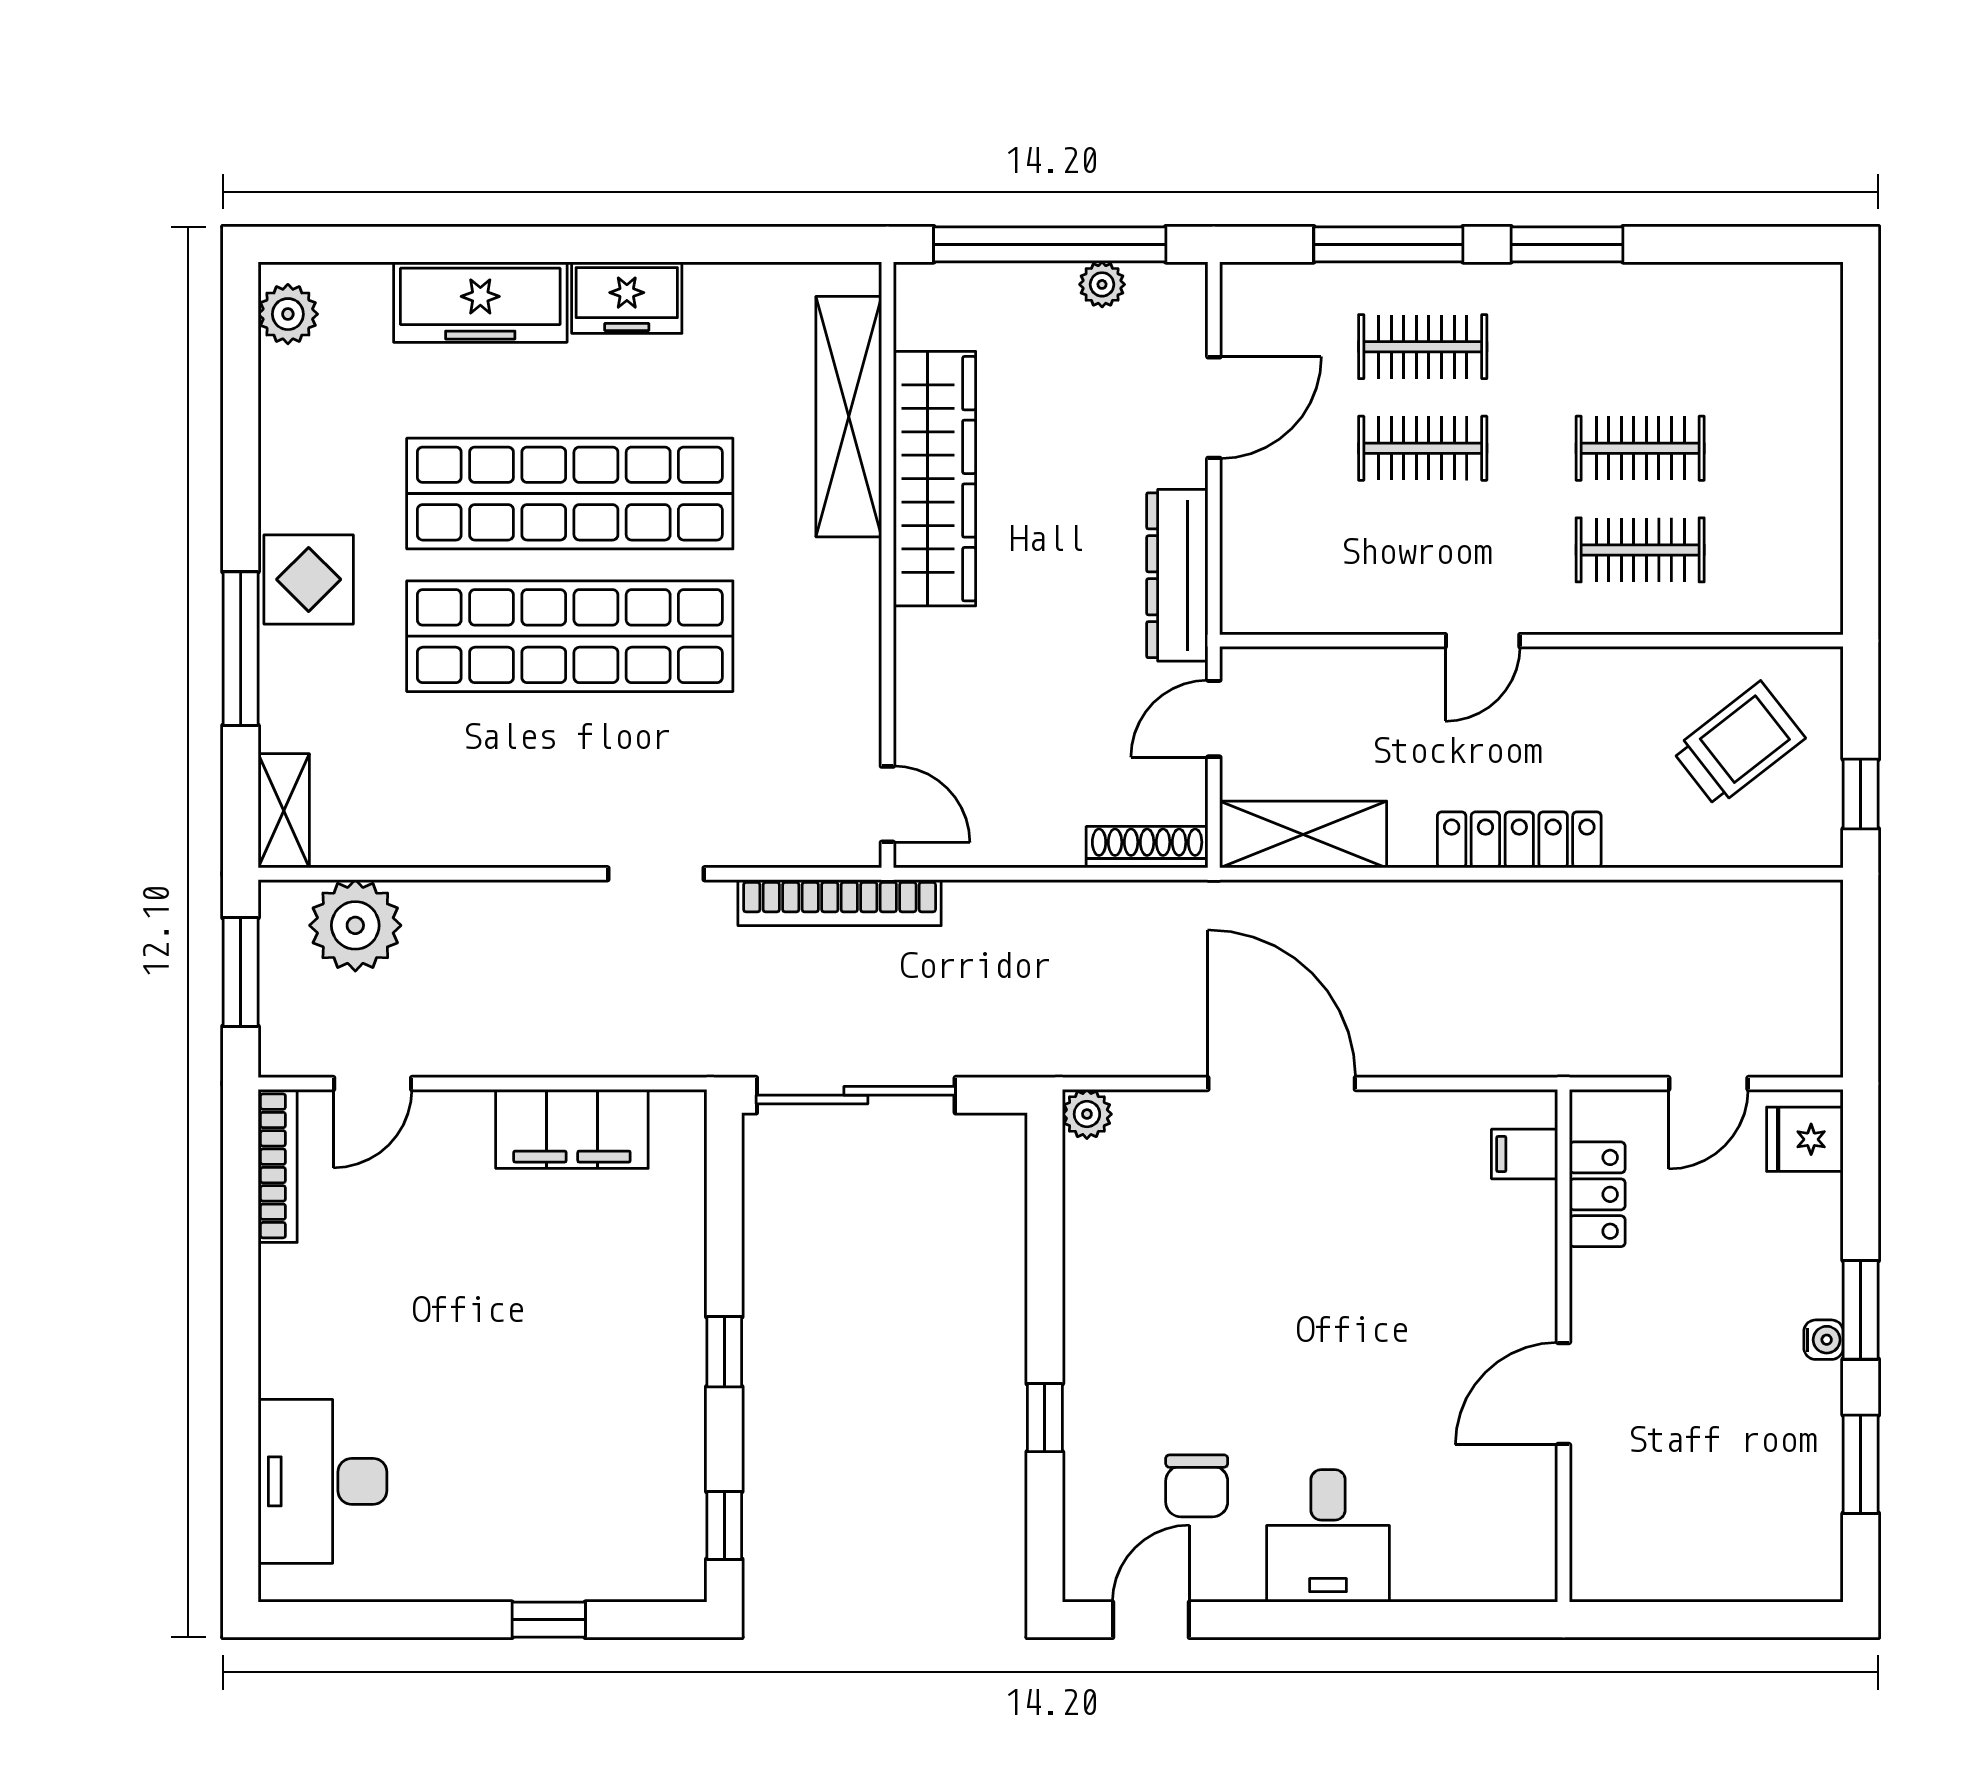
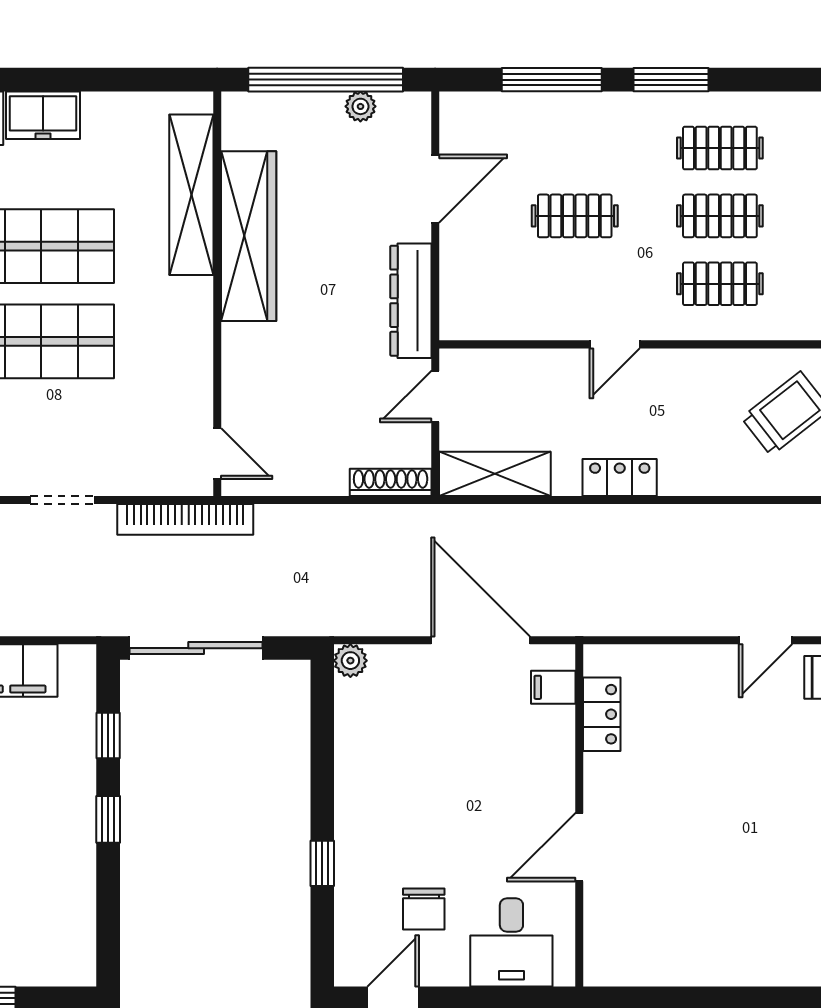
clothes rail: (1423, 347) -> (720, 148), moved
locker: (1519, 840) -> (620, 477), width x0.66
filing cabinet: (1525, 1154) -> (553, 687), moved
locker: (1597, 1194) -> (602, 714), moved
wall: (1563, 1346) -> (579, 815), moved
door: (1563, 1394) -> (579, 847), moved
window: (724, 1525) -> (108, 736), moved

